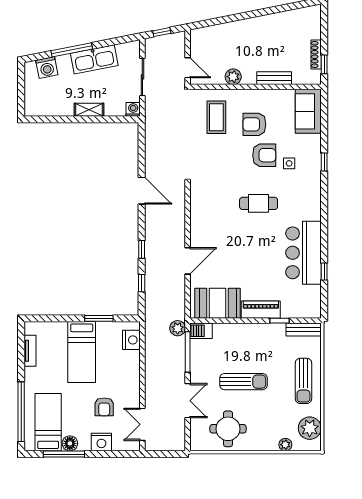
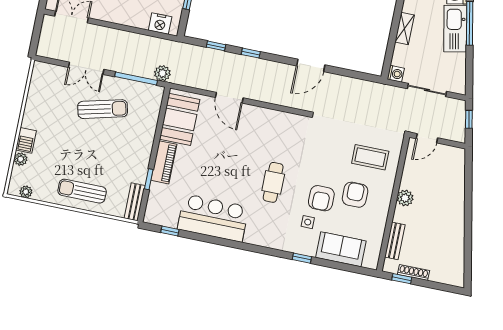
kitchen sink: (94, 59) -> (455, 29), moved
plant: (233, 77) -> (405, 198), moved
bench: (274, 78) -> (395, 241), moved
sofa: (308, 111) -> (341, 249), moved
window: (324, 271) -> (170, 231), moved
barbecue: (201, 331) -> (26, 140), moved, turned 180
sun lounger: (243, 382) -> (103, 109), moved, turned -104
plant: (310, 428) -> (26, 192), width x0.53, depth x0.53
round table: (228, 429) -> (49, 104), removed

